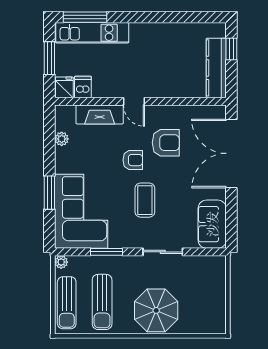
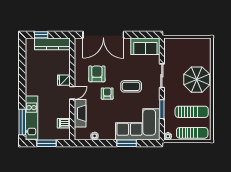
fridge: (64, 87) -> (64, 80), moved

